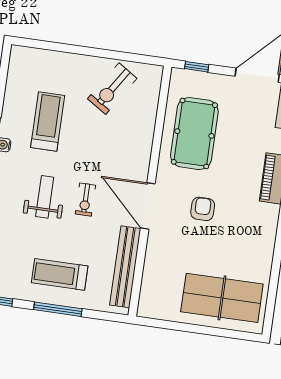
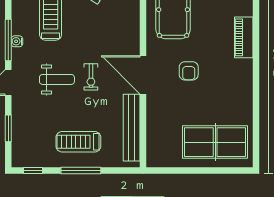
weight bench: (45, 197) -> (57, 79), turned 90
armchair: (203, 209) -> (189, 71), turned 180

